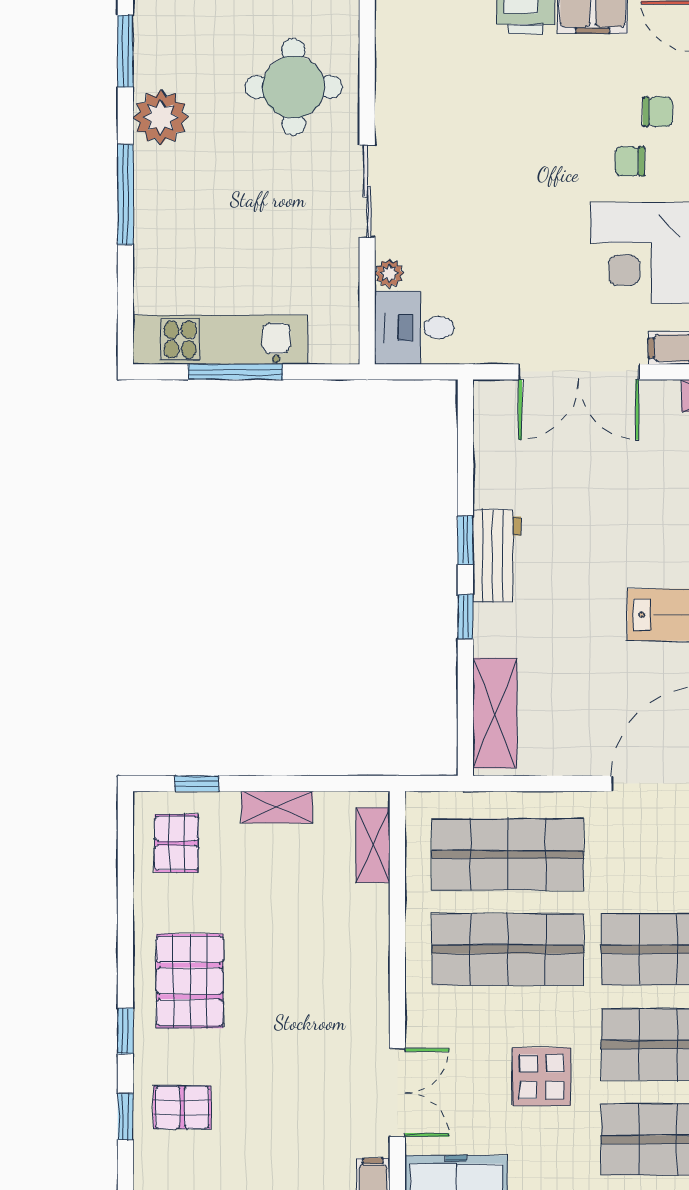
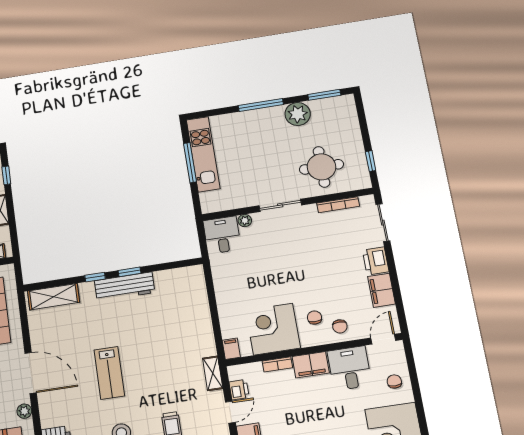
bookcase: (386, 67) -> (338, 205), added
double door: (579, 372) -> (214, 310), removed
workbench: (497, 556) -> (125, 287), width x1.37

